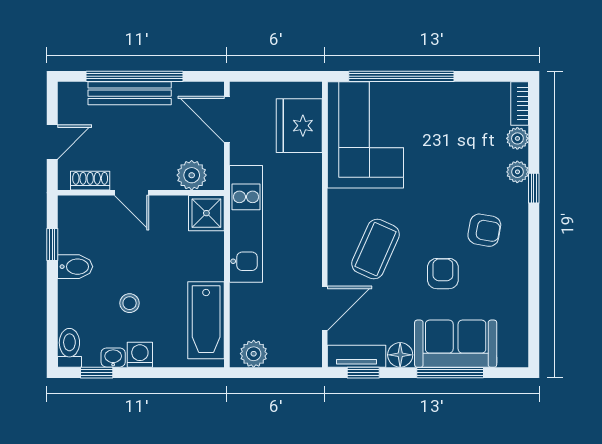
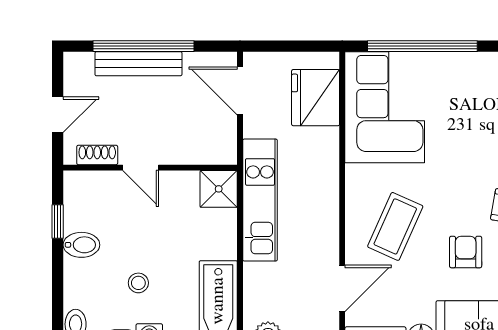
plant: (192, 175) -> (203, 149), removed

